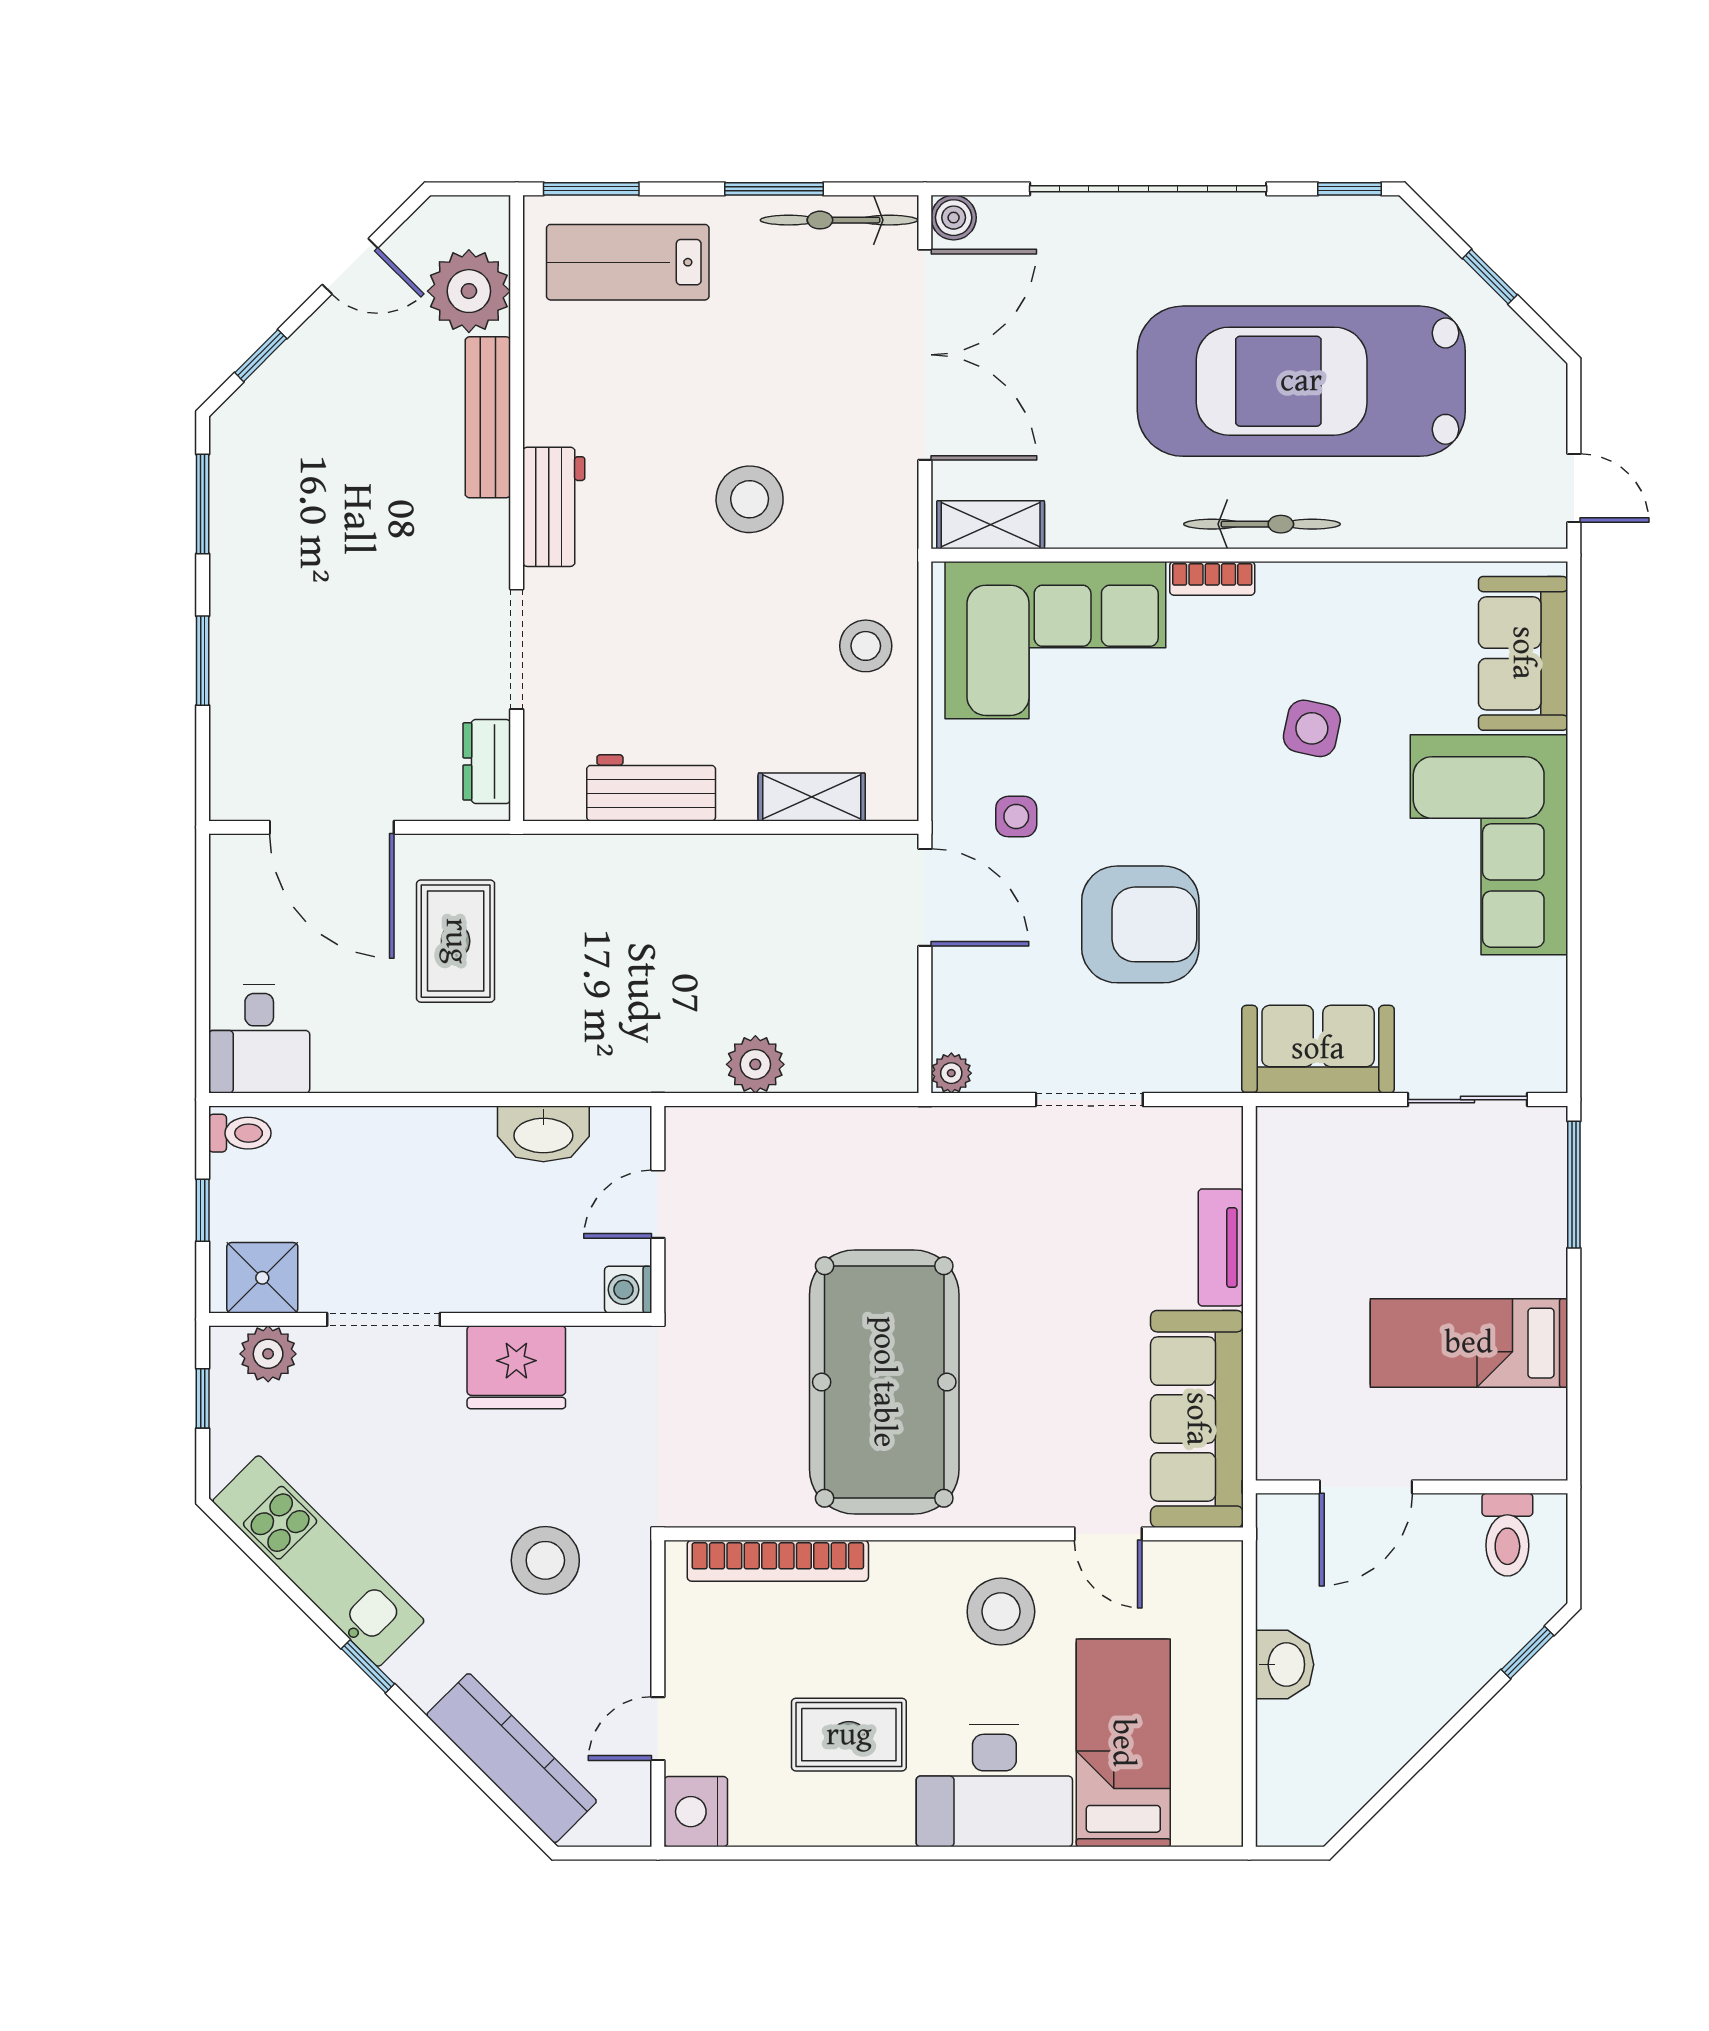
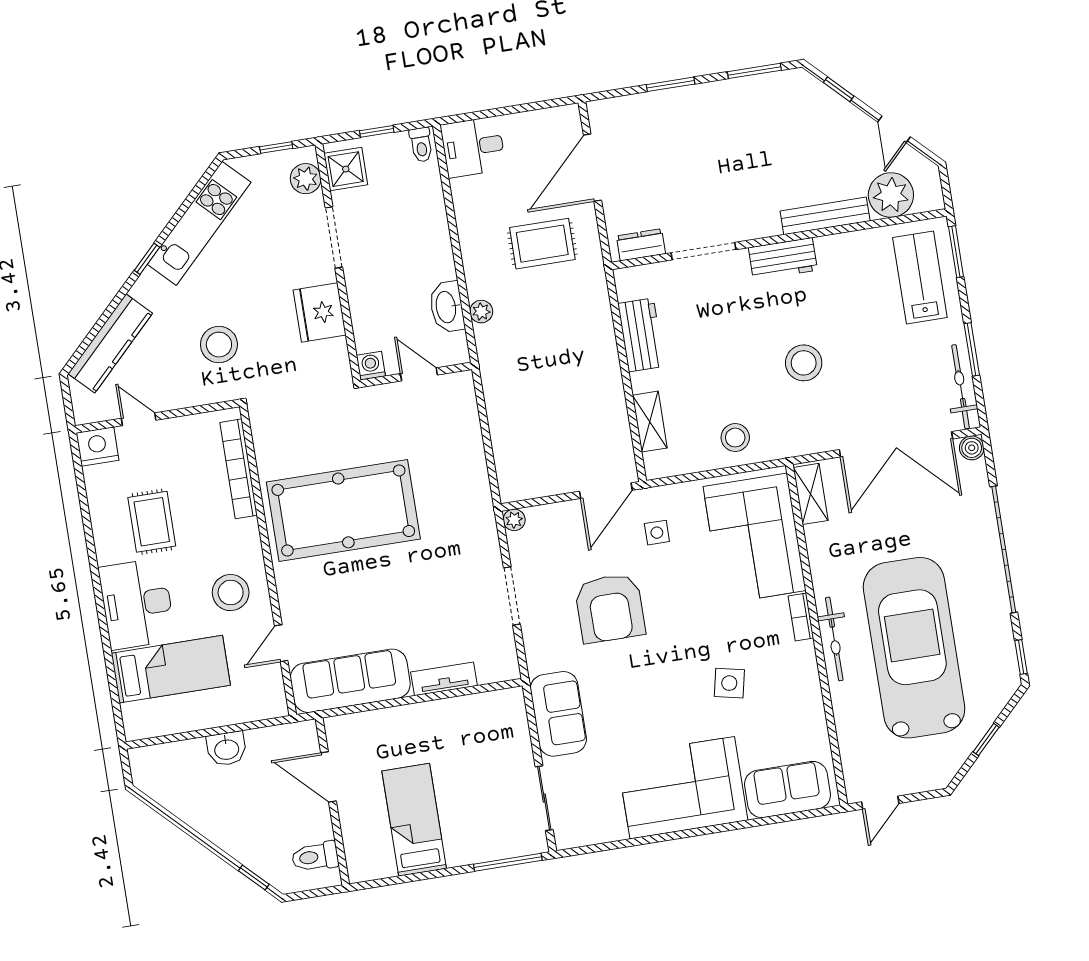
plant: (755, 1064) -> (481, 312), moved, width x0.73, depth x0.73

